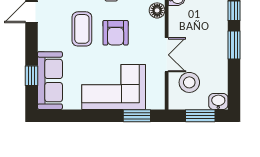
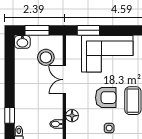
armchair: (116, 33) -> (106, 98), turned 90
window: (234, 45) -> (10, 88), removed

